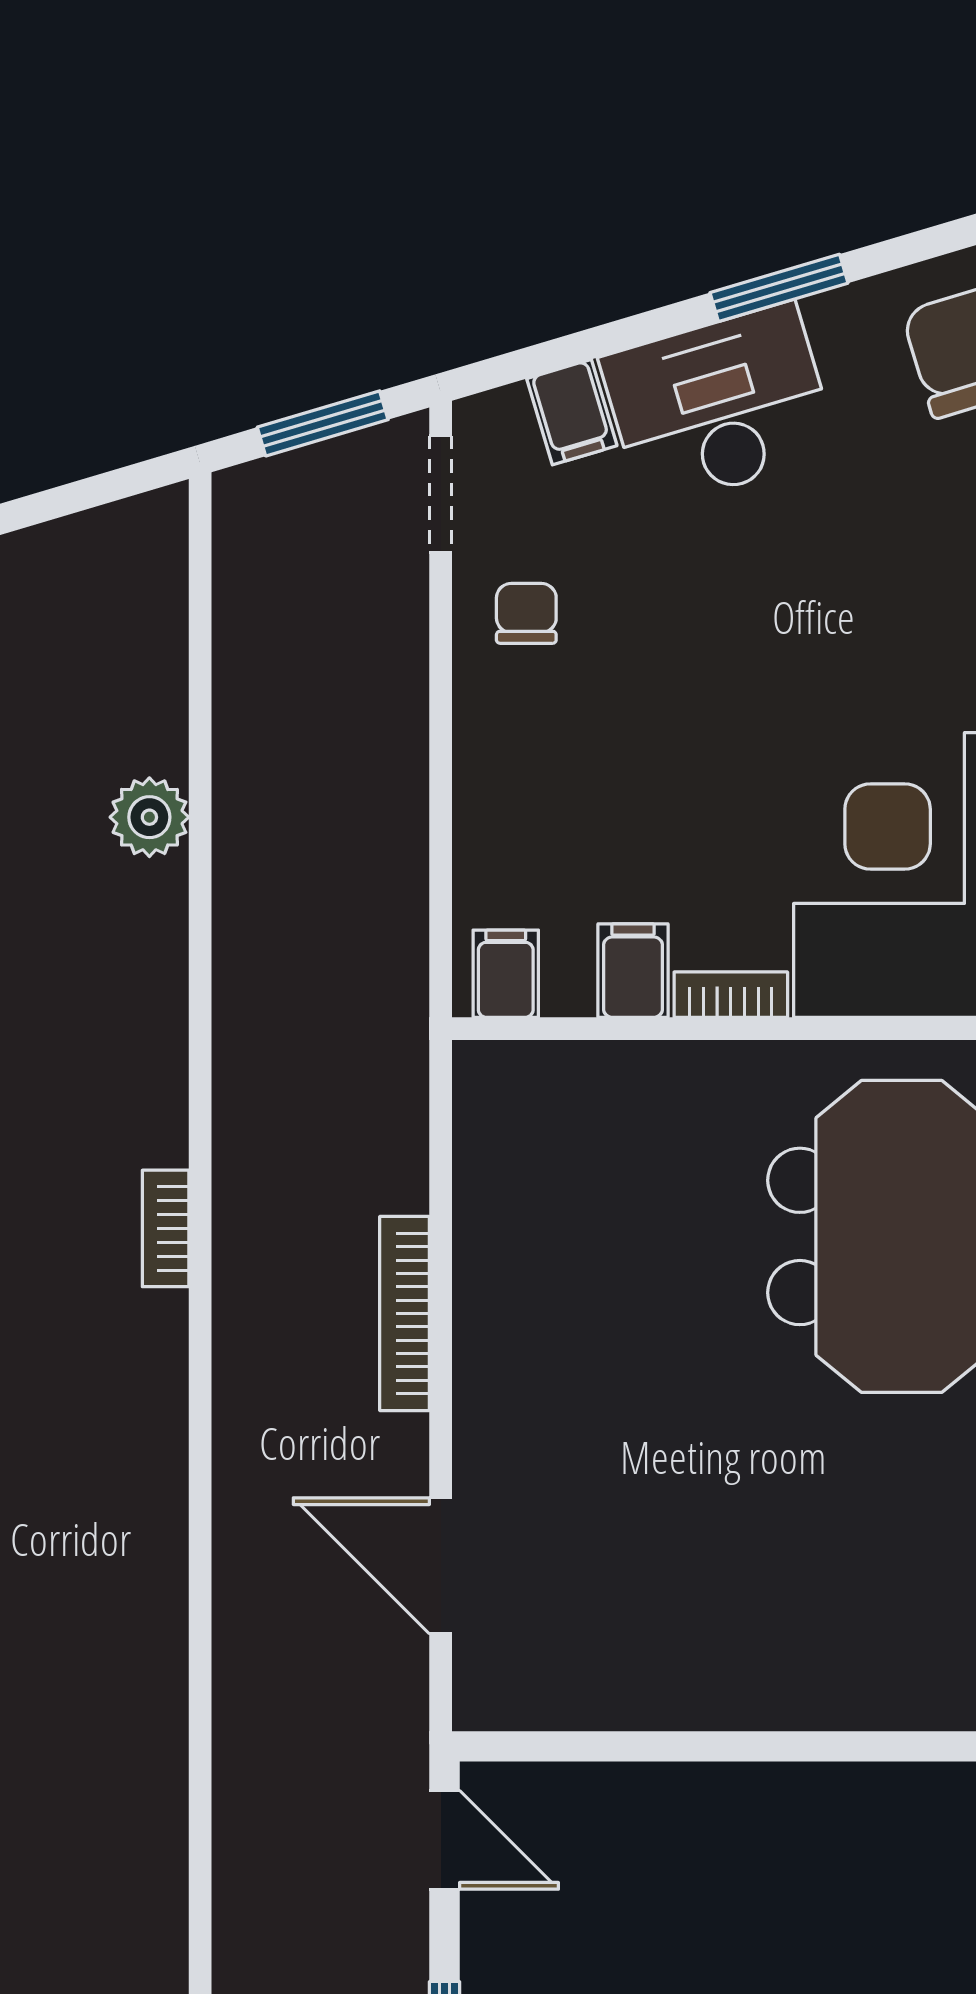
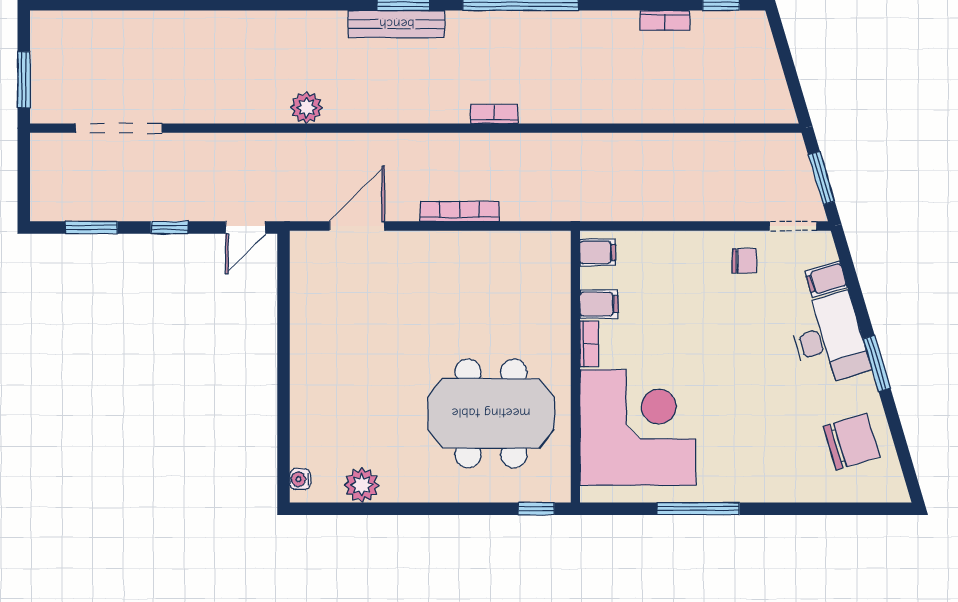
plant: (149, 817) -> (307, 108), moved

